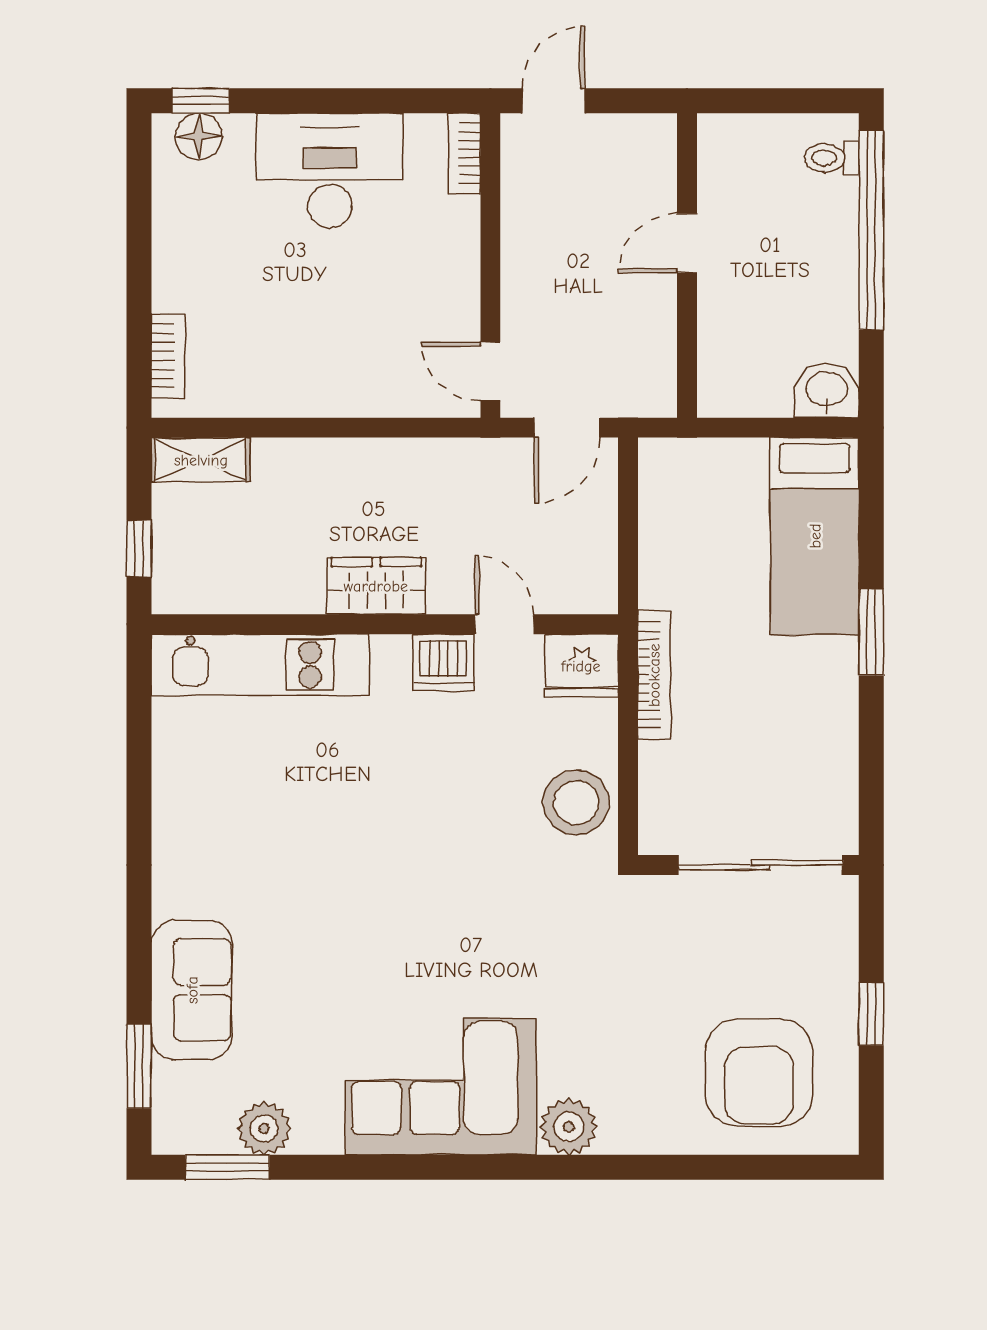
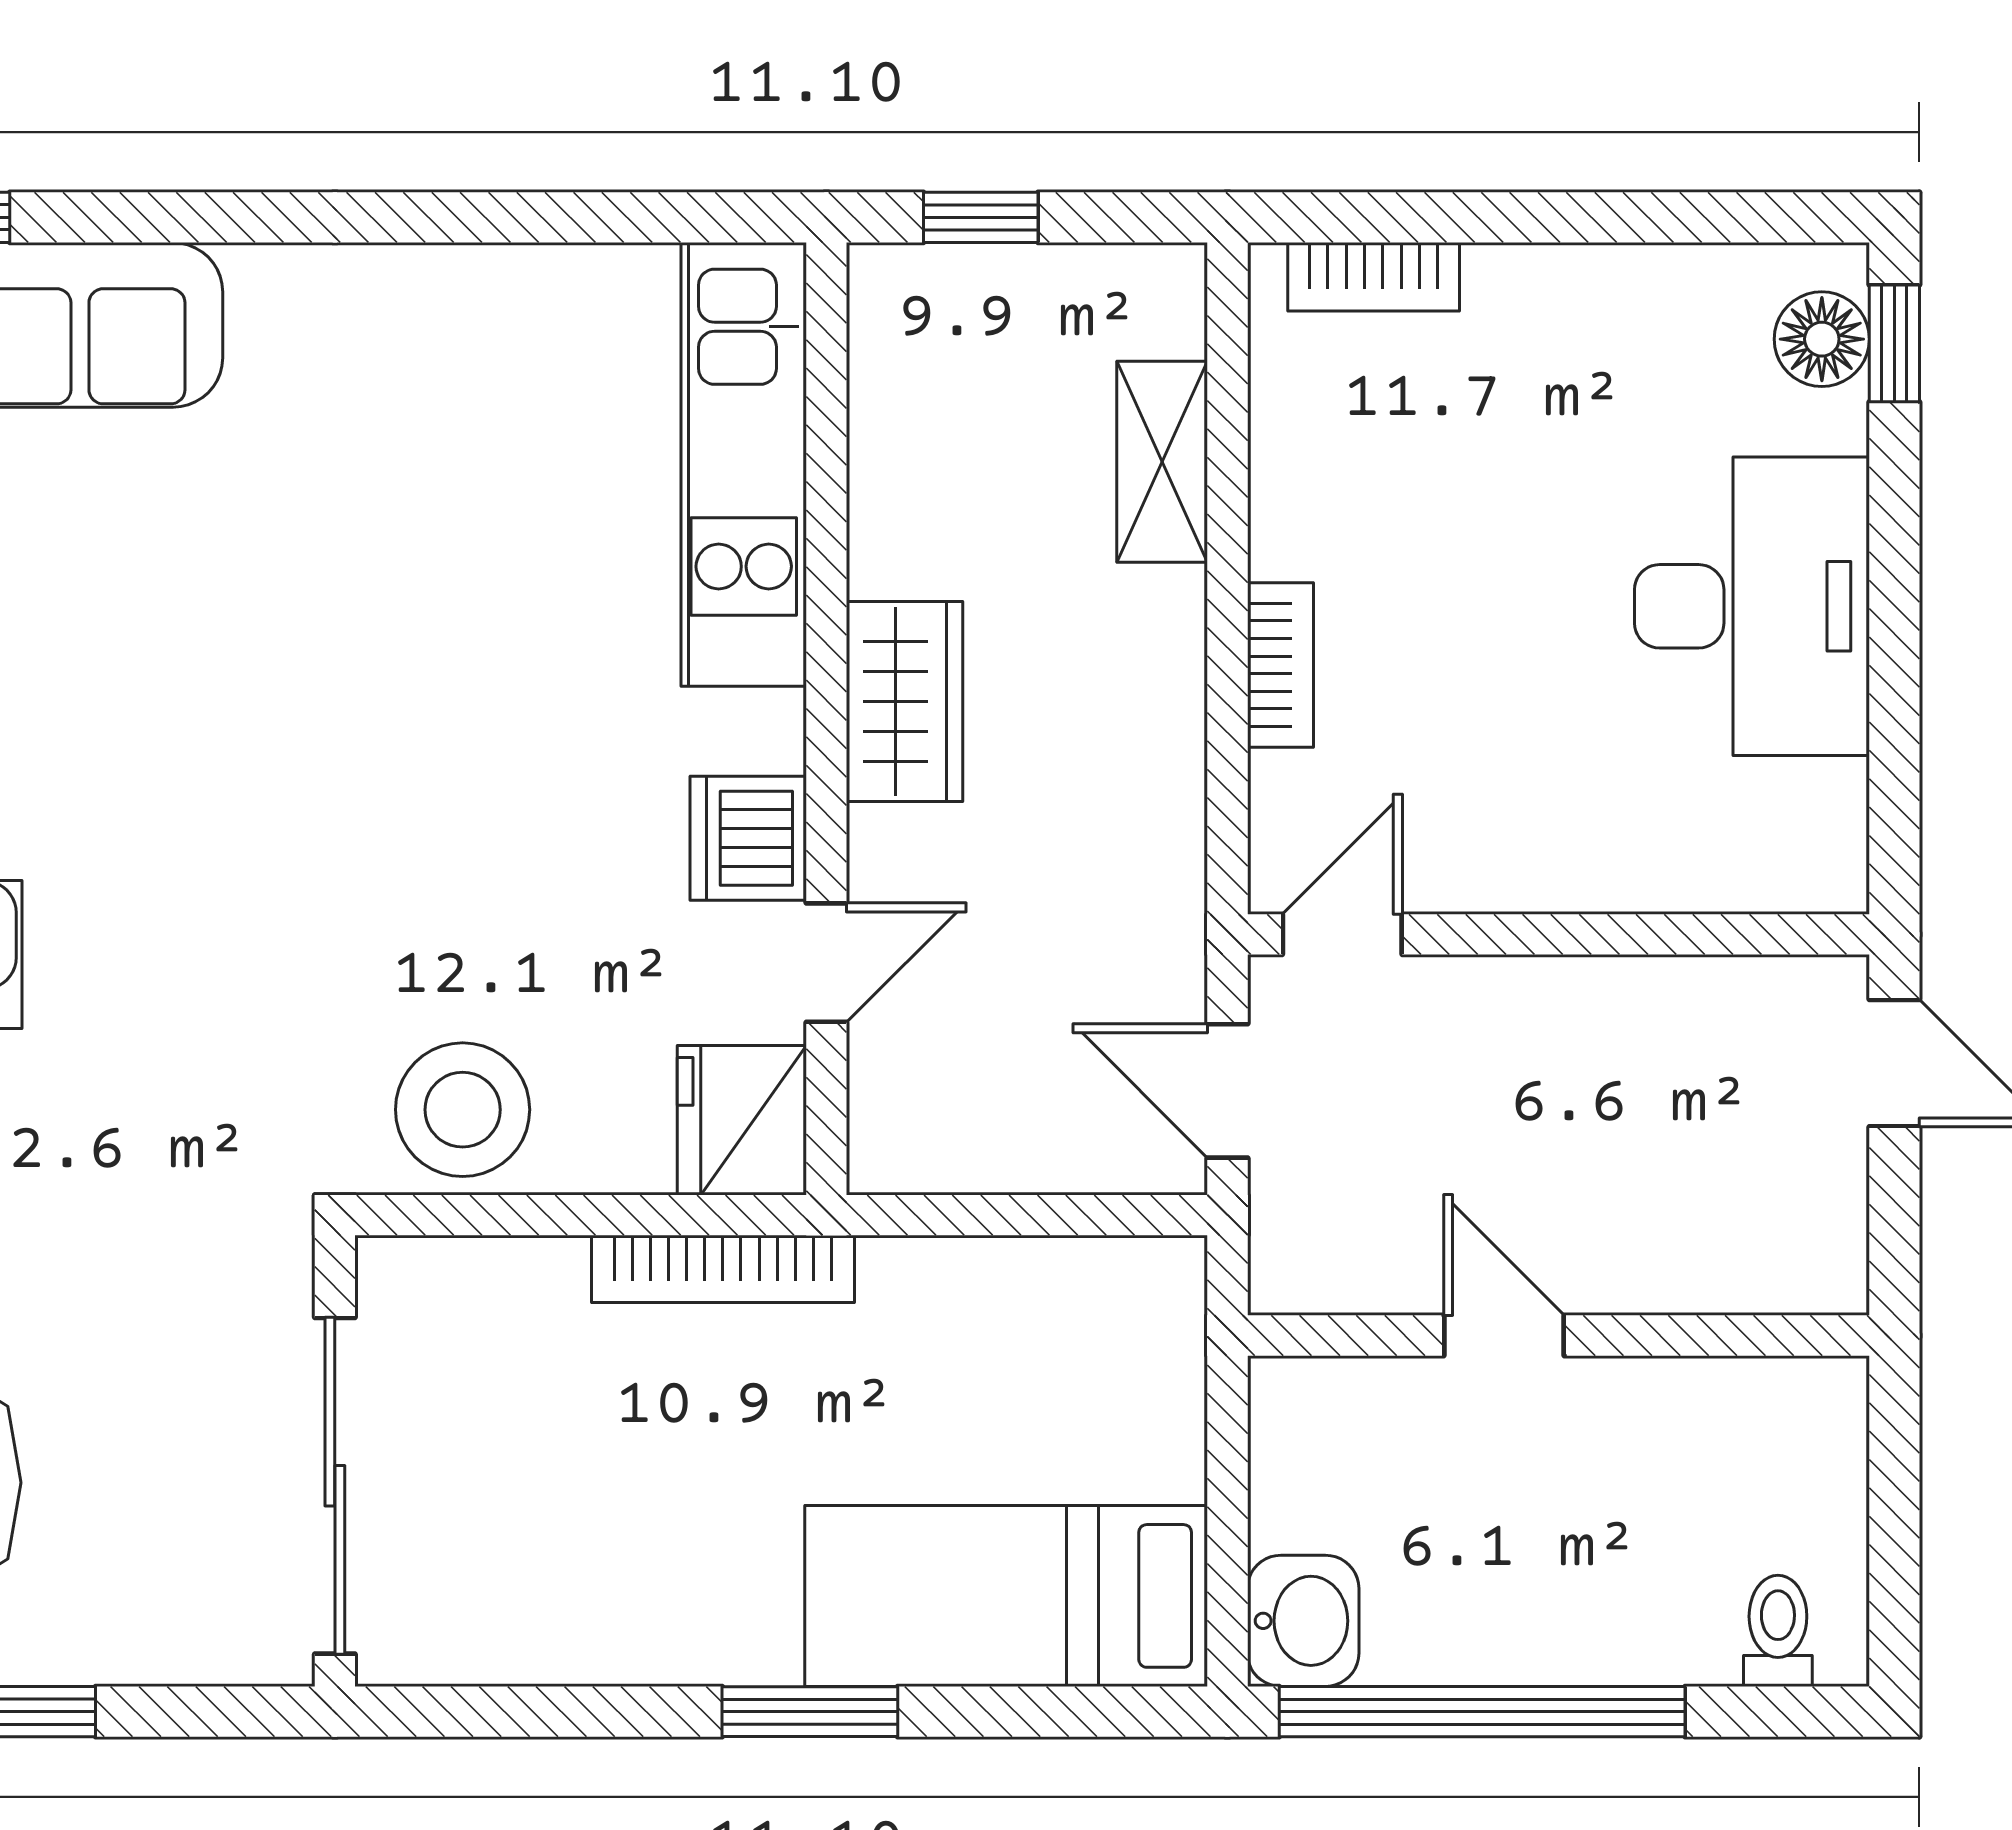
bookcase: (464, 153) -> (1281, 665), moved, turned 90
window: (871, 230) -> (1482, 1712), moved
door: (687, 243) -> (1504, 1336), moved
shelving: (201, 460) -> (1162, 462), moved

